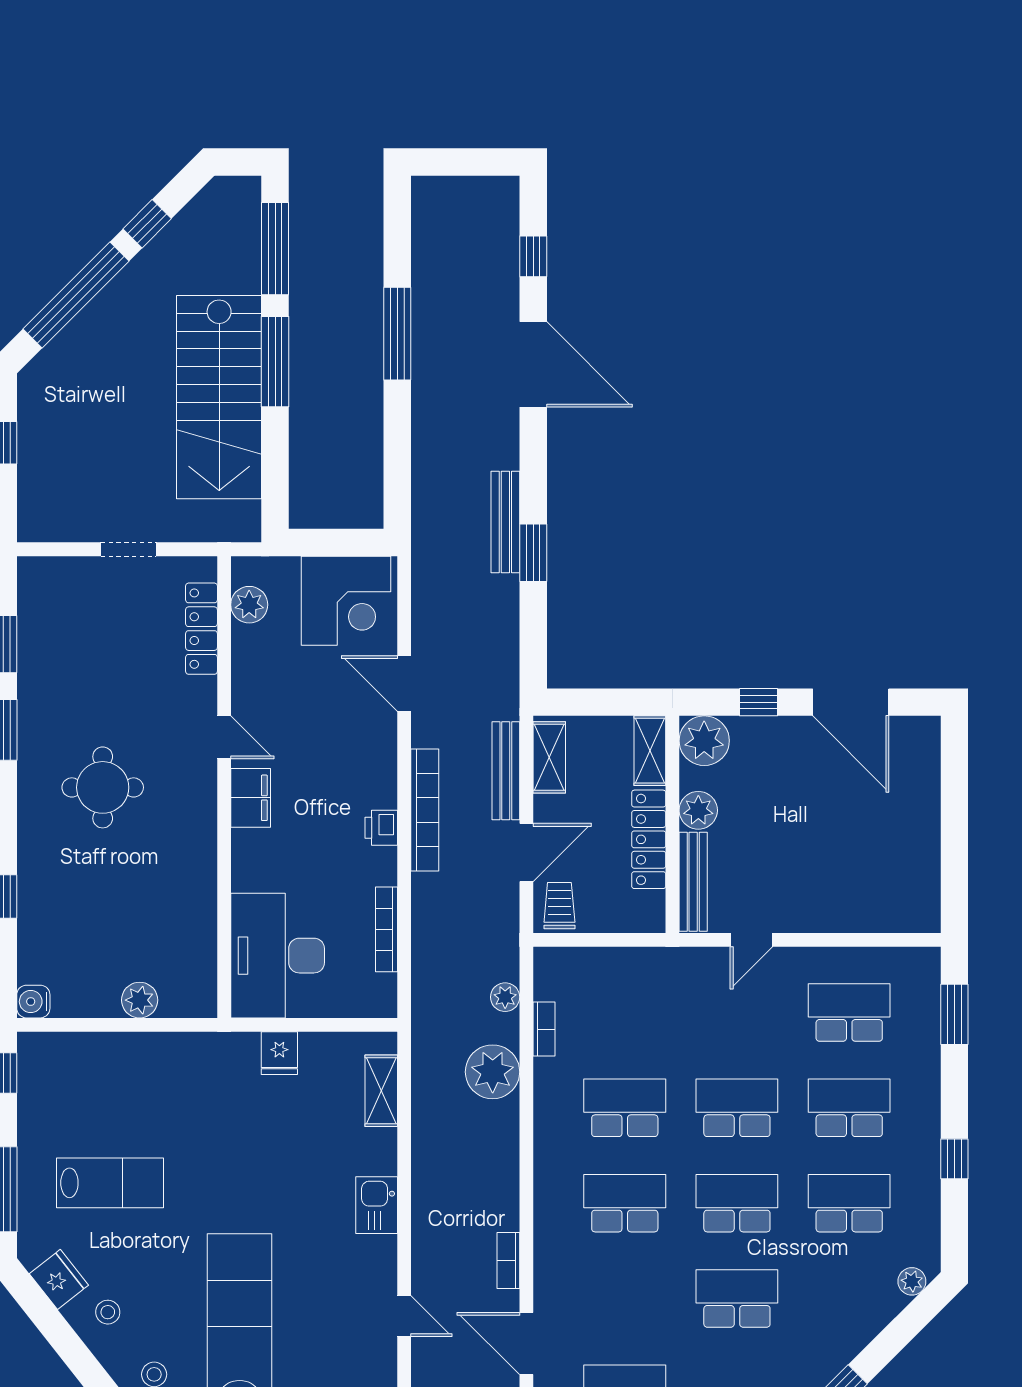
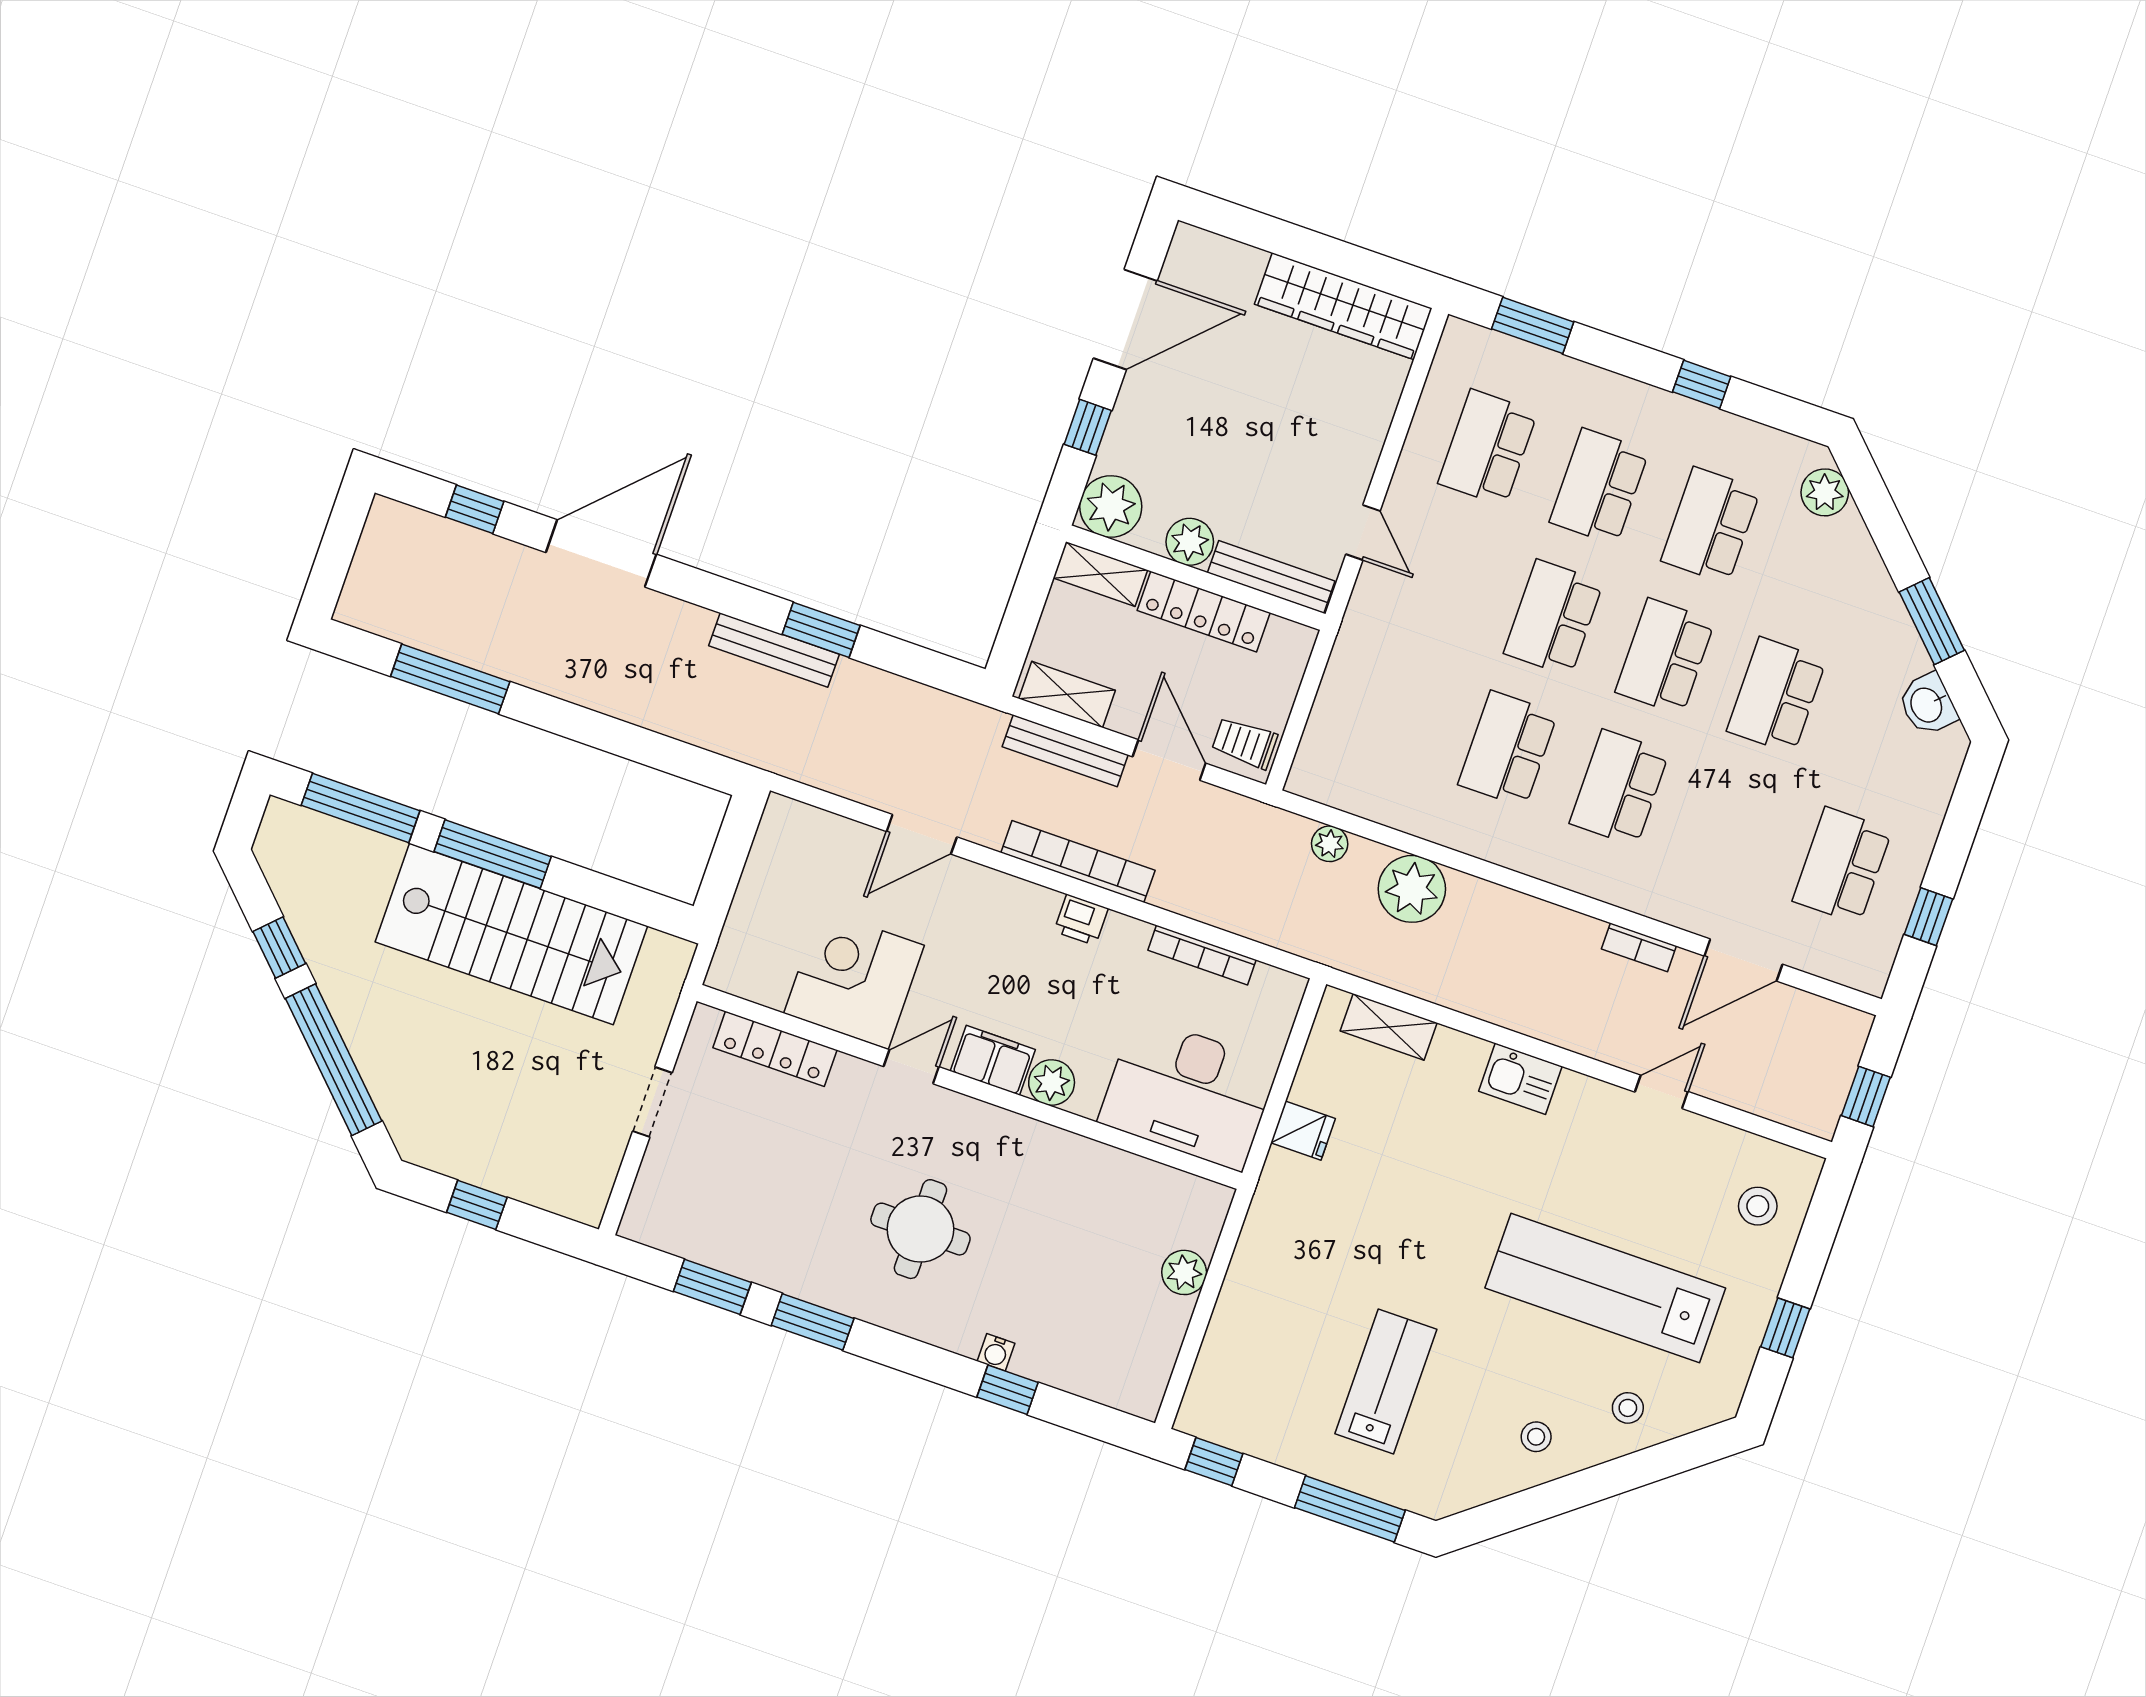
window: (397, 334) -> (450, 679), moved
corner desk: (346, 601) -> (854, 979), moved, turned -90
plant: (249, 605) -> (1052, 1083), moved
wardrobe: (919, 865) -> (1343, 306), added
water cooler: (33, 1002) -> (996, 1352), moved, width x0.72, depth x0.72
bookcase: (544, 1029) -> (1383, 811), removed
fridge: (59, 1279) -> (1478, 1481), removed
plant: (912, 1281) -> (1825, 492), width x1.38, depth x1.38

